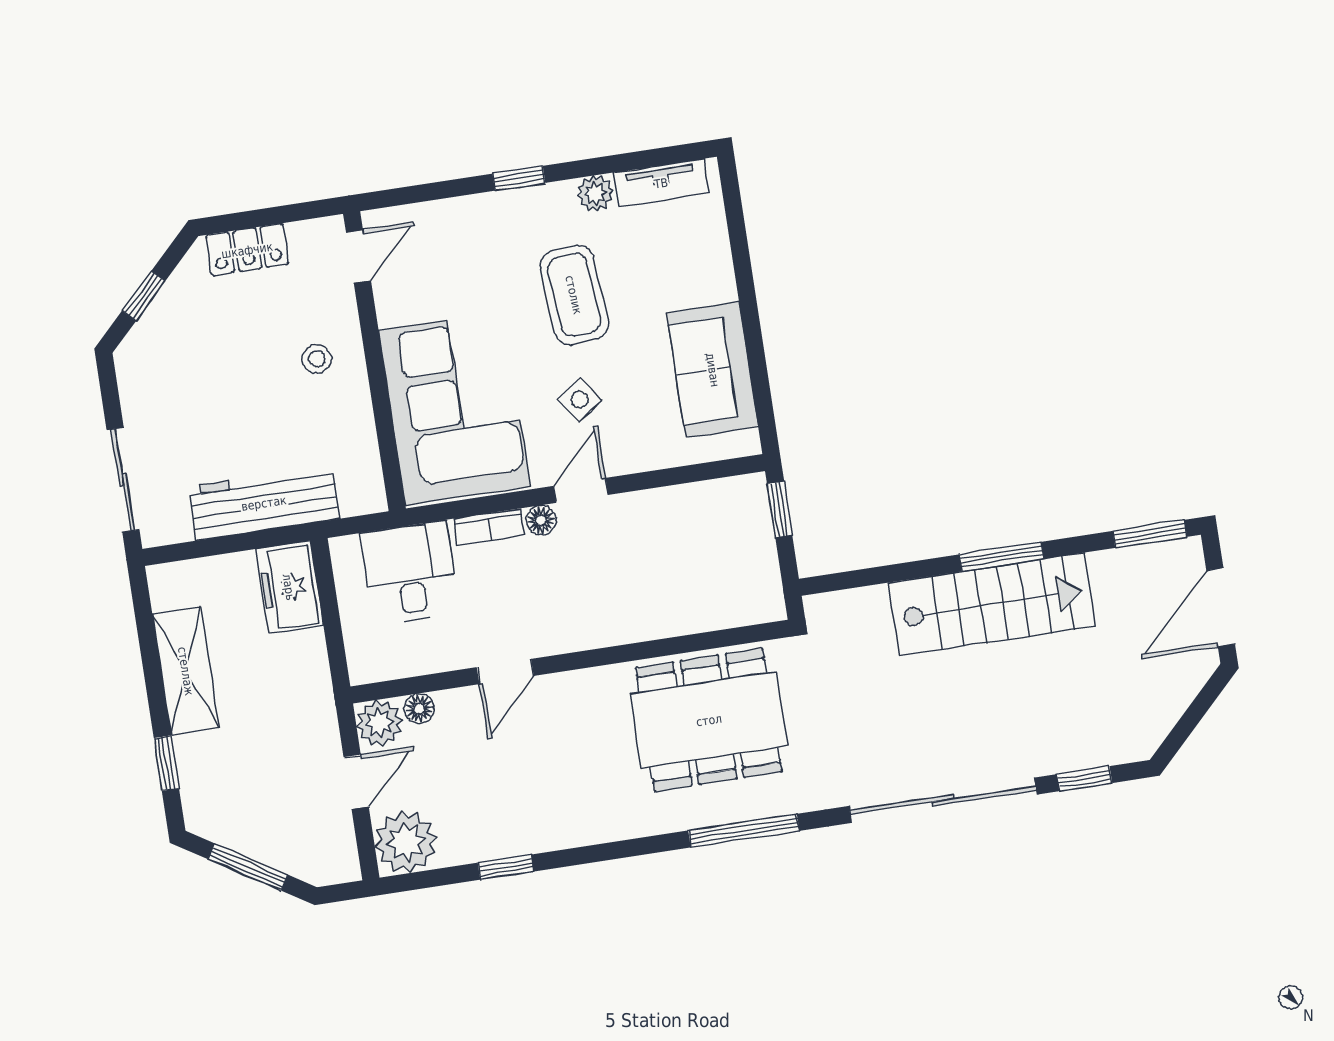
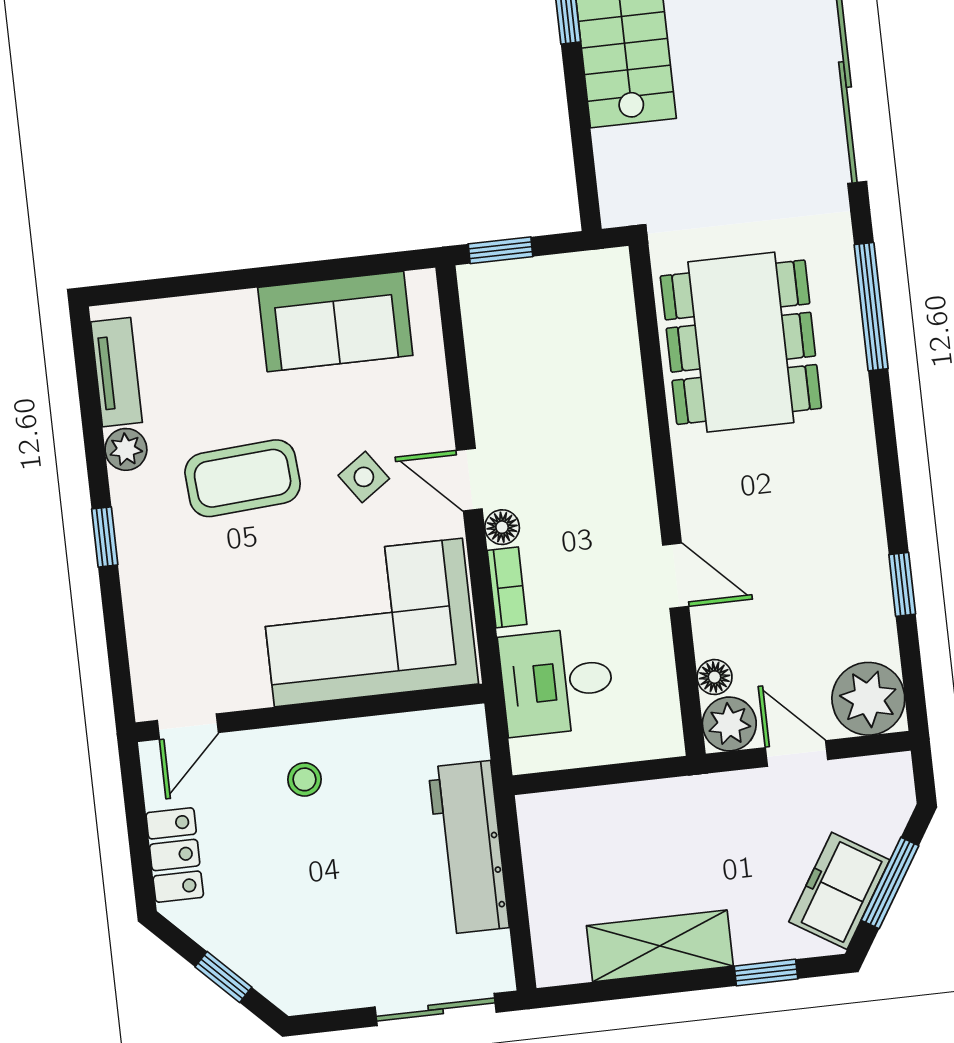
door: (358, 256) -> (188, 727), swing flipped
freezer: (289, 587) -> (839, 891), moved, turned 122

